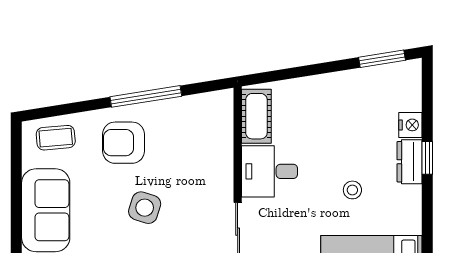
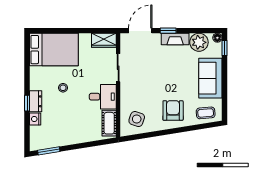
window: (146, 96) -> (162, 133), removed
armchair: (123, 143) -> (173, 111), turned -90
side table: (145, 208) -> (137, 119), moved

